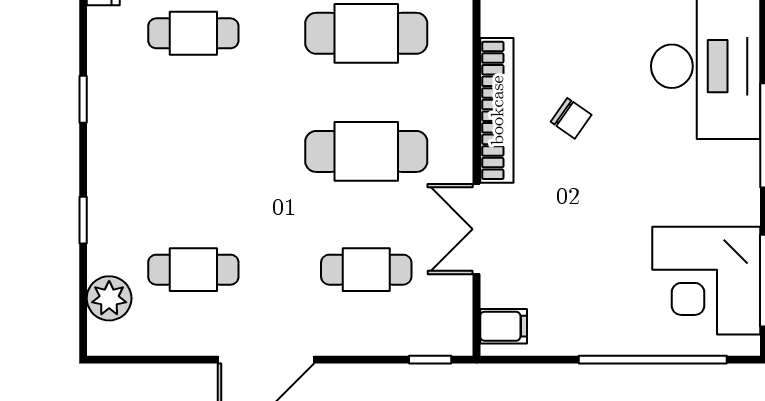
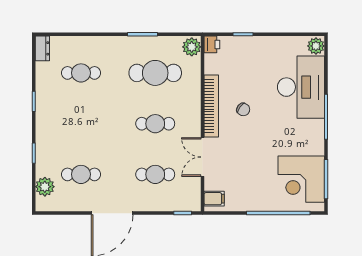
cafe table: (366, 151) -> (155, 124), width x0.73, depth x0.74

